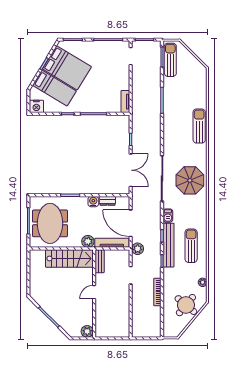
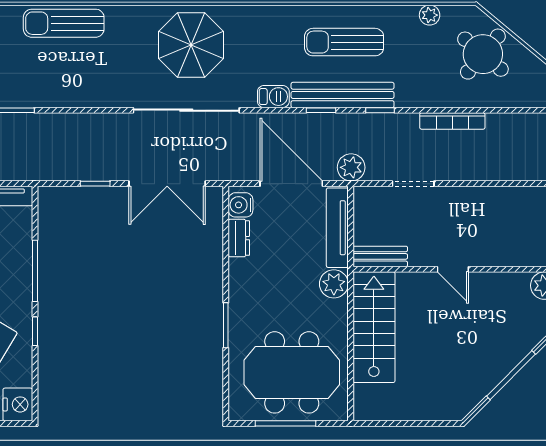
double door: (131, 170) -> (167, 184), swing flipped
water cooler: (93, 202) -> (241, 205), moved
door: (131, 223) -> (291, 184), swing flipped

